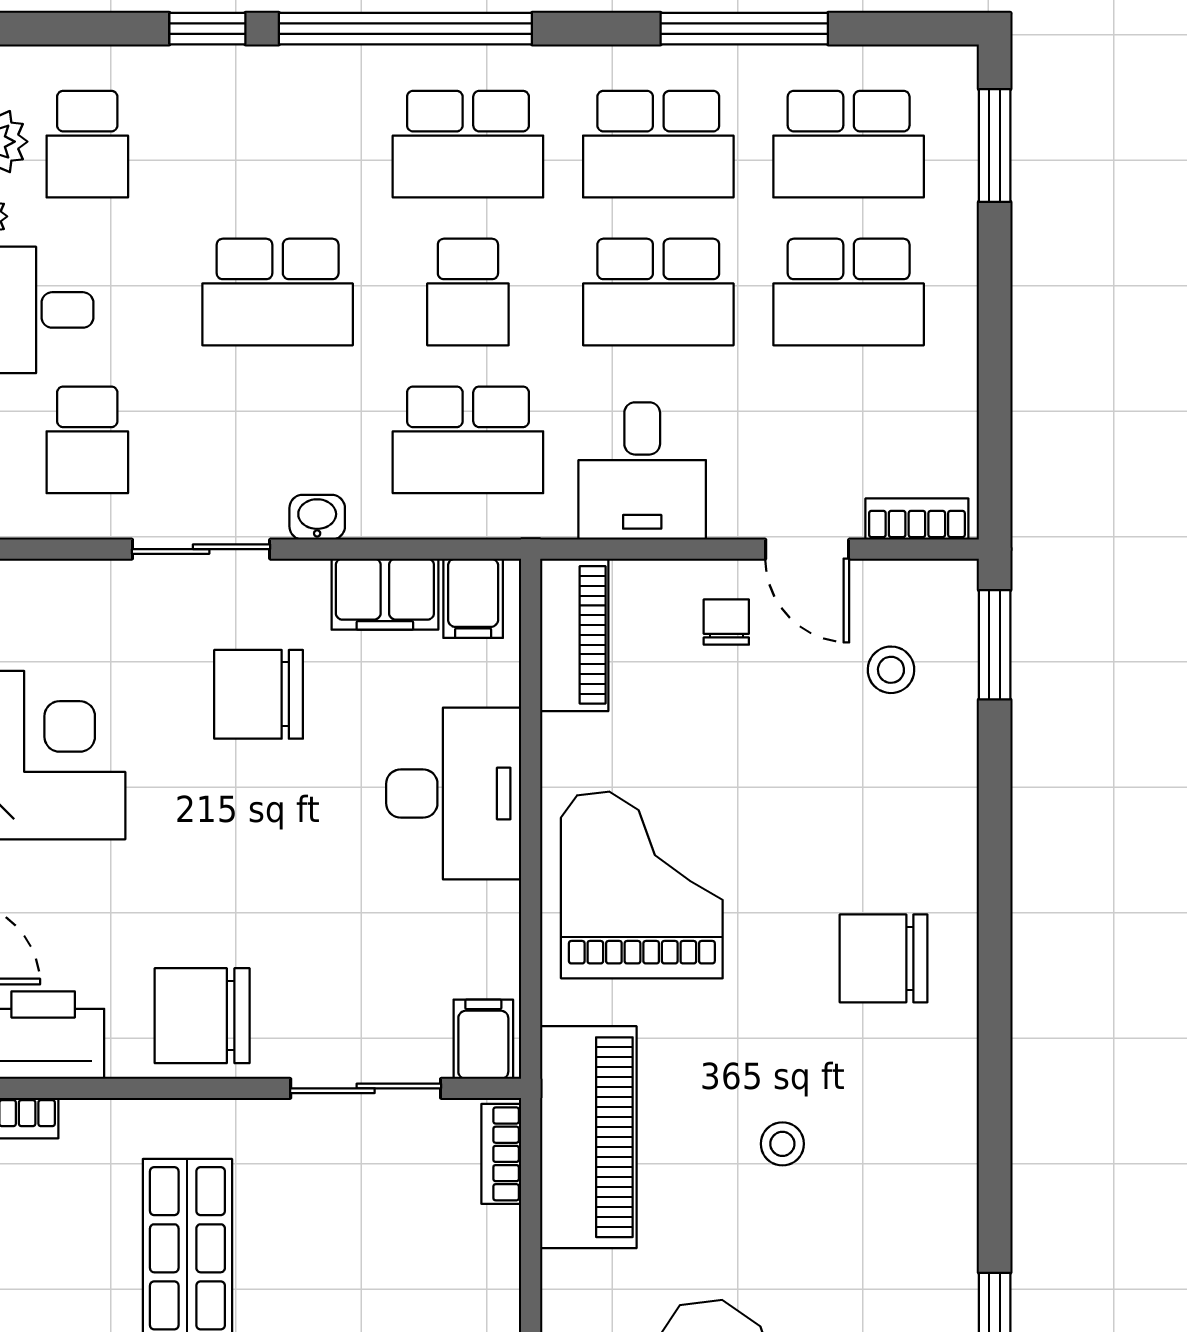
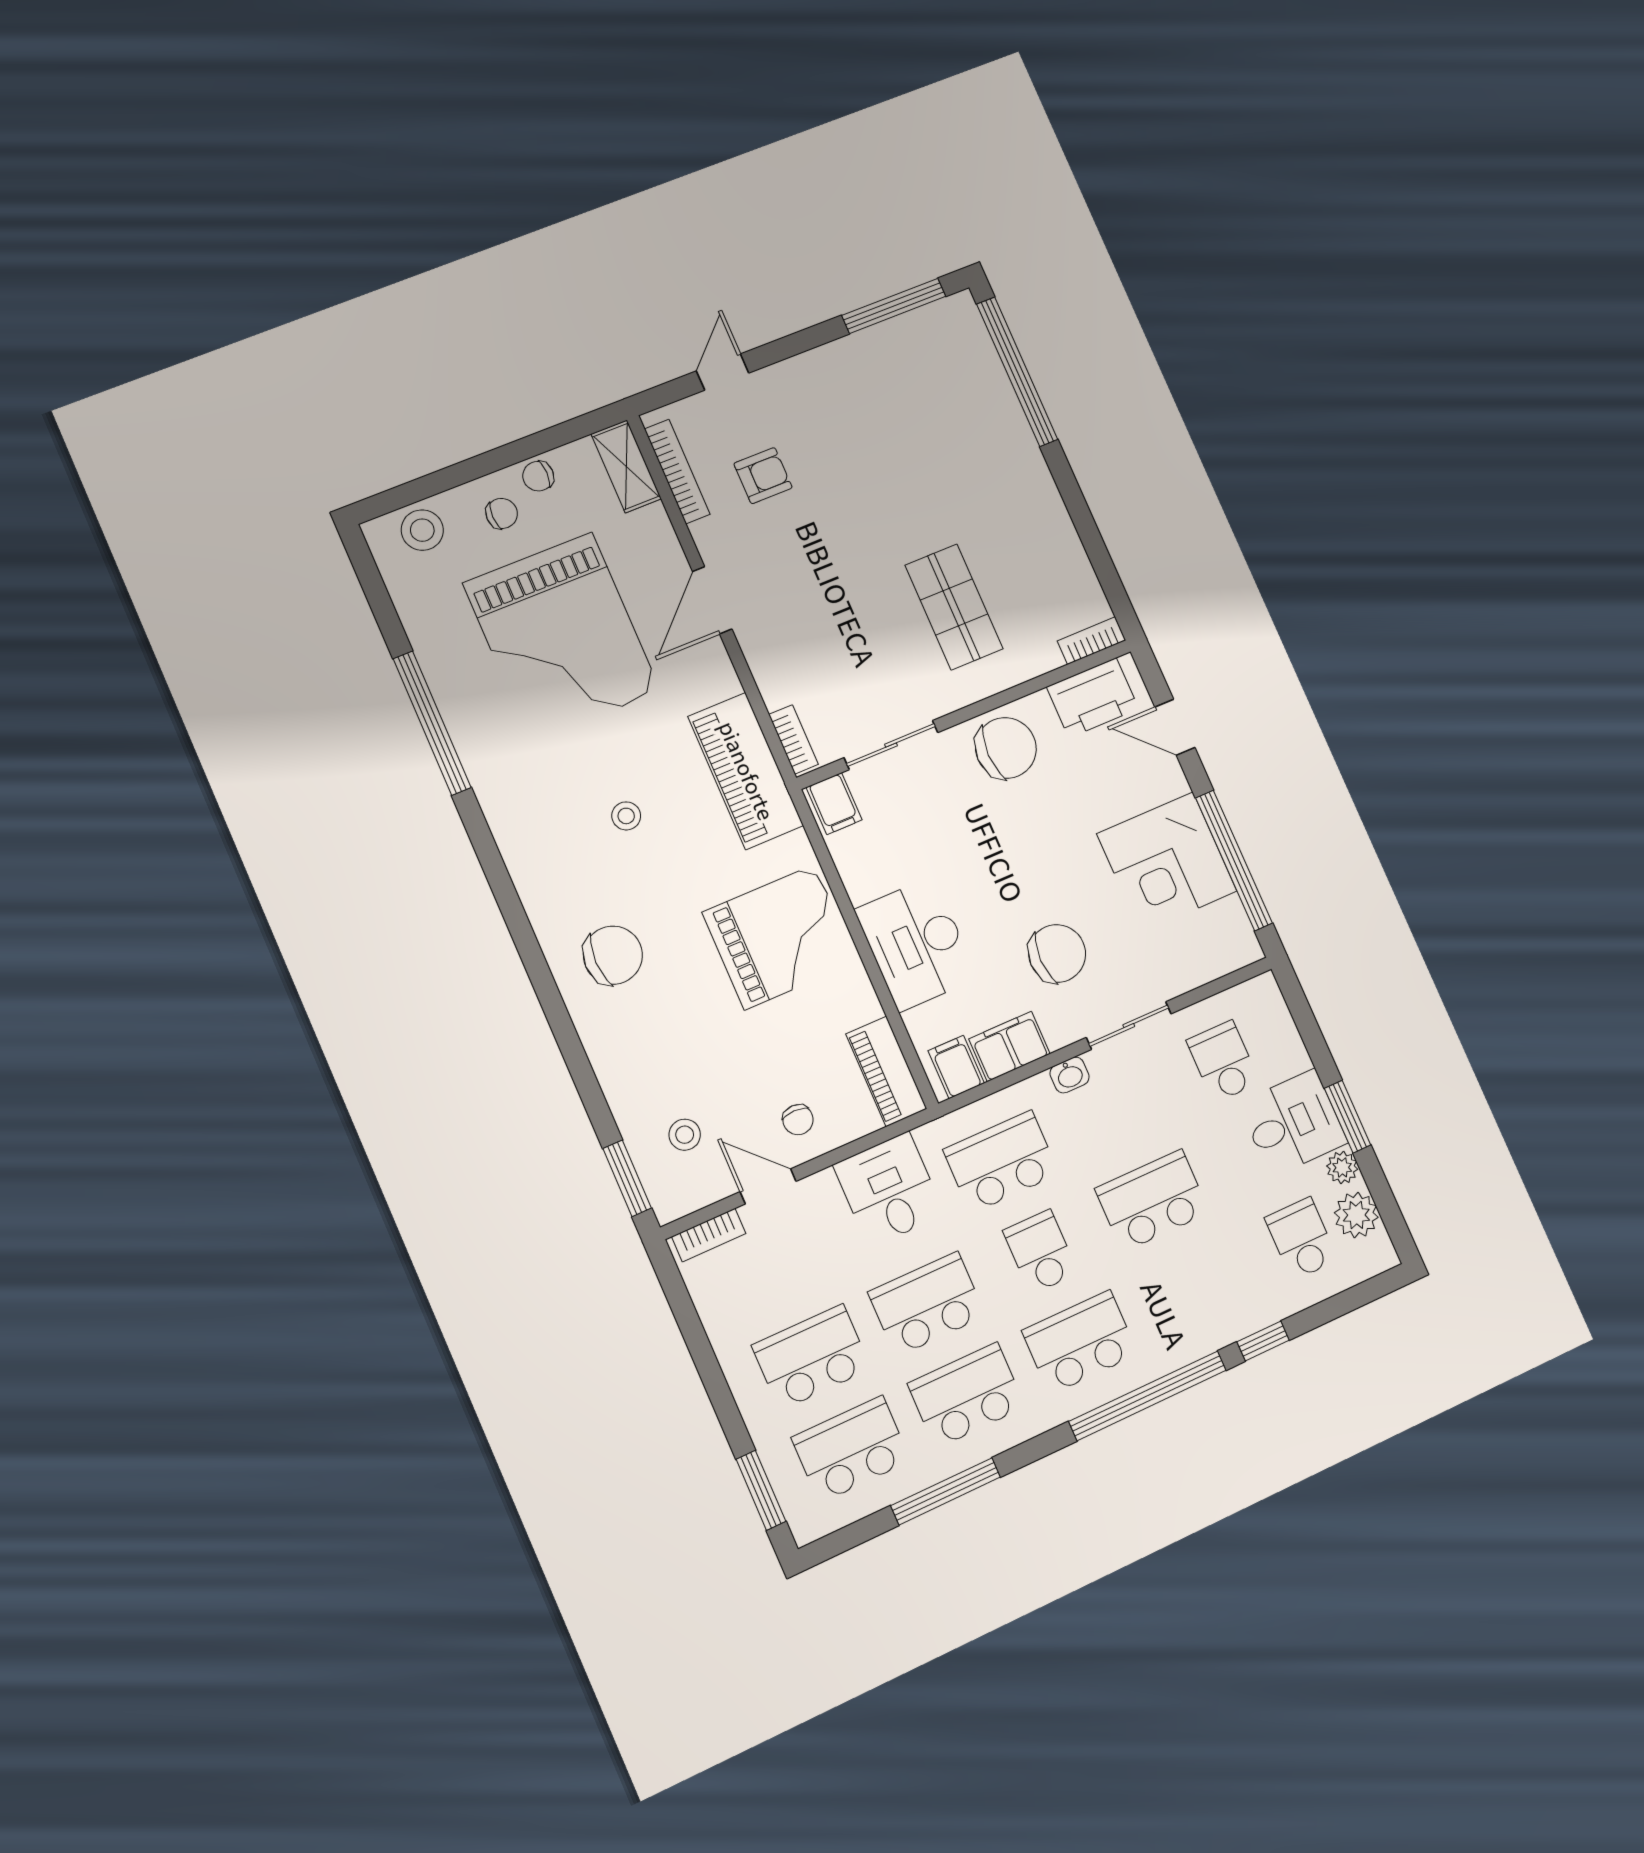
grand piano: (642, 885) -> (780, 937), turned -90

